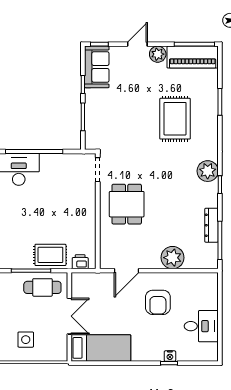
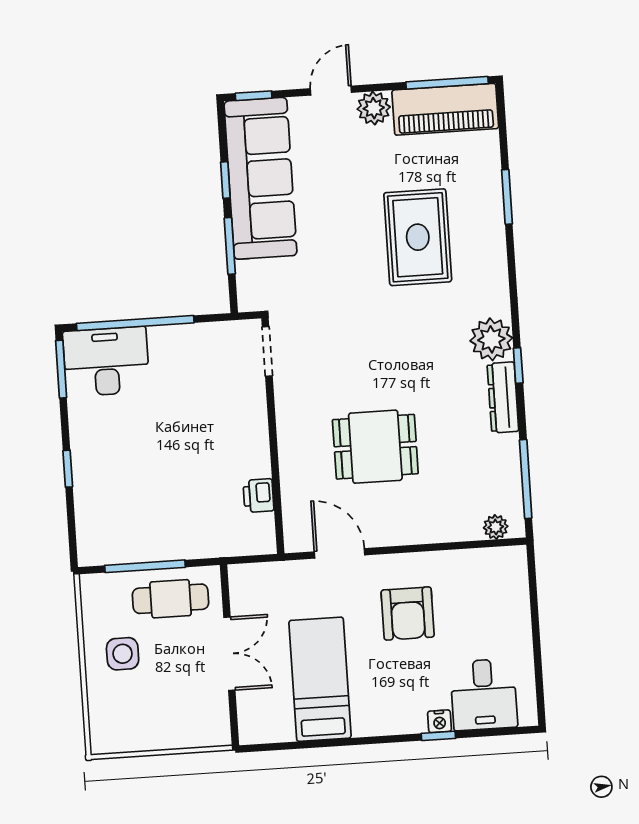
sofa: (97, 67) -> (260, 178), width x1.85, depth x1.27
dining table: (127, 204) -> (375, 447), moved, turned 90
dresser: (211, 225) -> (503, 397), moved
rug: (50, 255) -> (182, 531), removed
plant: (173, 258) -> (496, 527), moved, width x0.53, depth x0.53
printer: (80, 262) -> (259, 496), moved, turned -90
door: (127, 271) -> (340, 553), swing flipped
desk: (201, 326) -> (484, 695), moved, turned 90
side table: (26, 340) -> (123, 654), moved
bed: (101, 348) -> (320, 679), moved, turned -90

